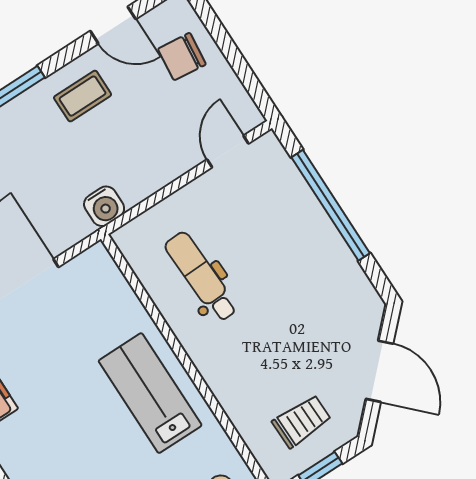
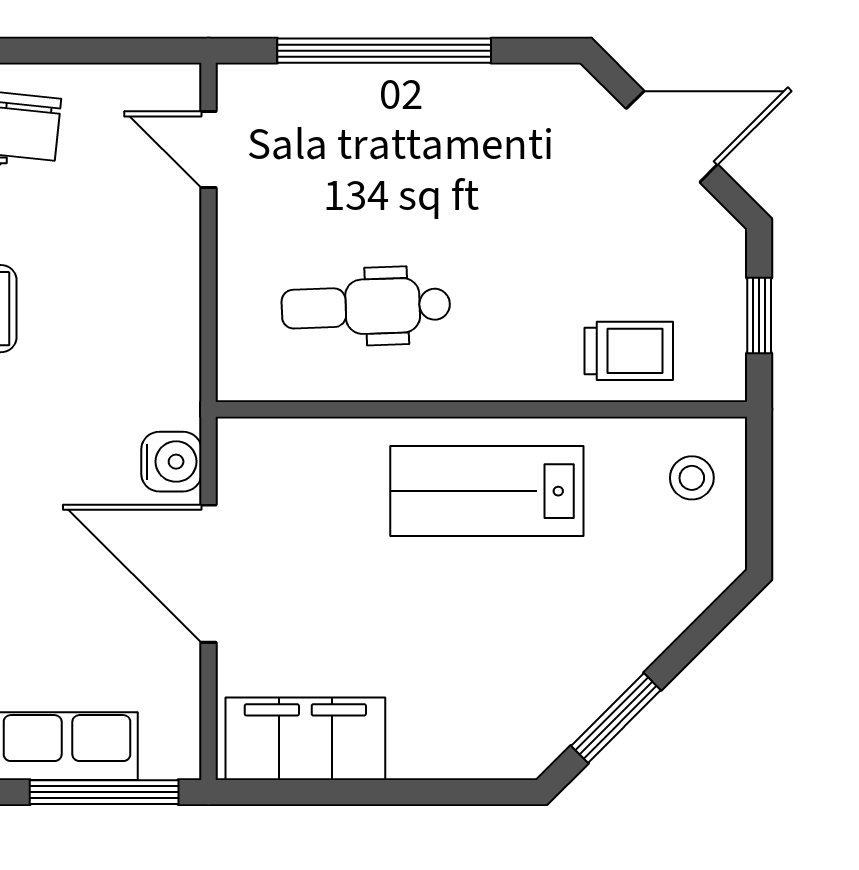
water cooler: (104, 206) -> (171, 462), moved
trolley: (302, 421) -> (629, 351), moved, turned 91

